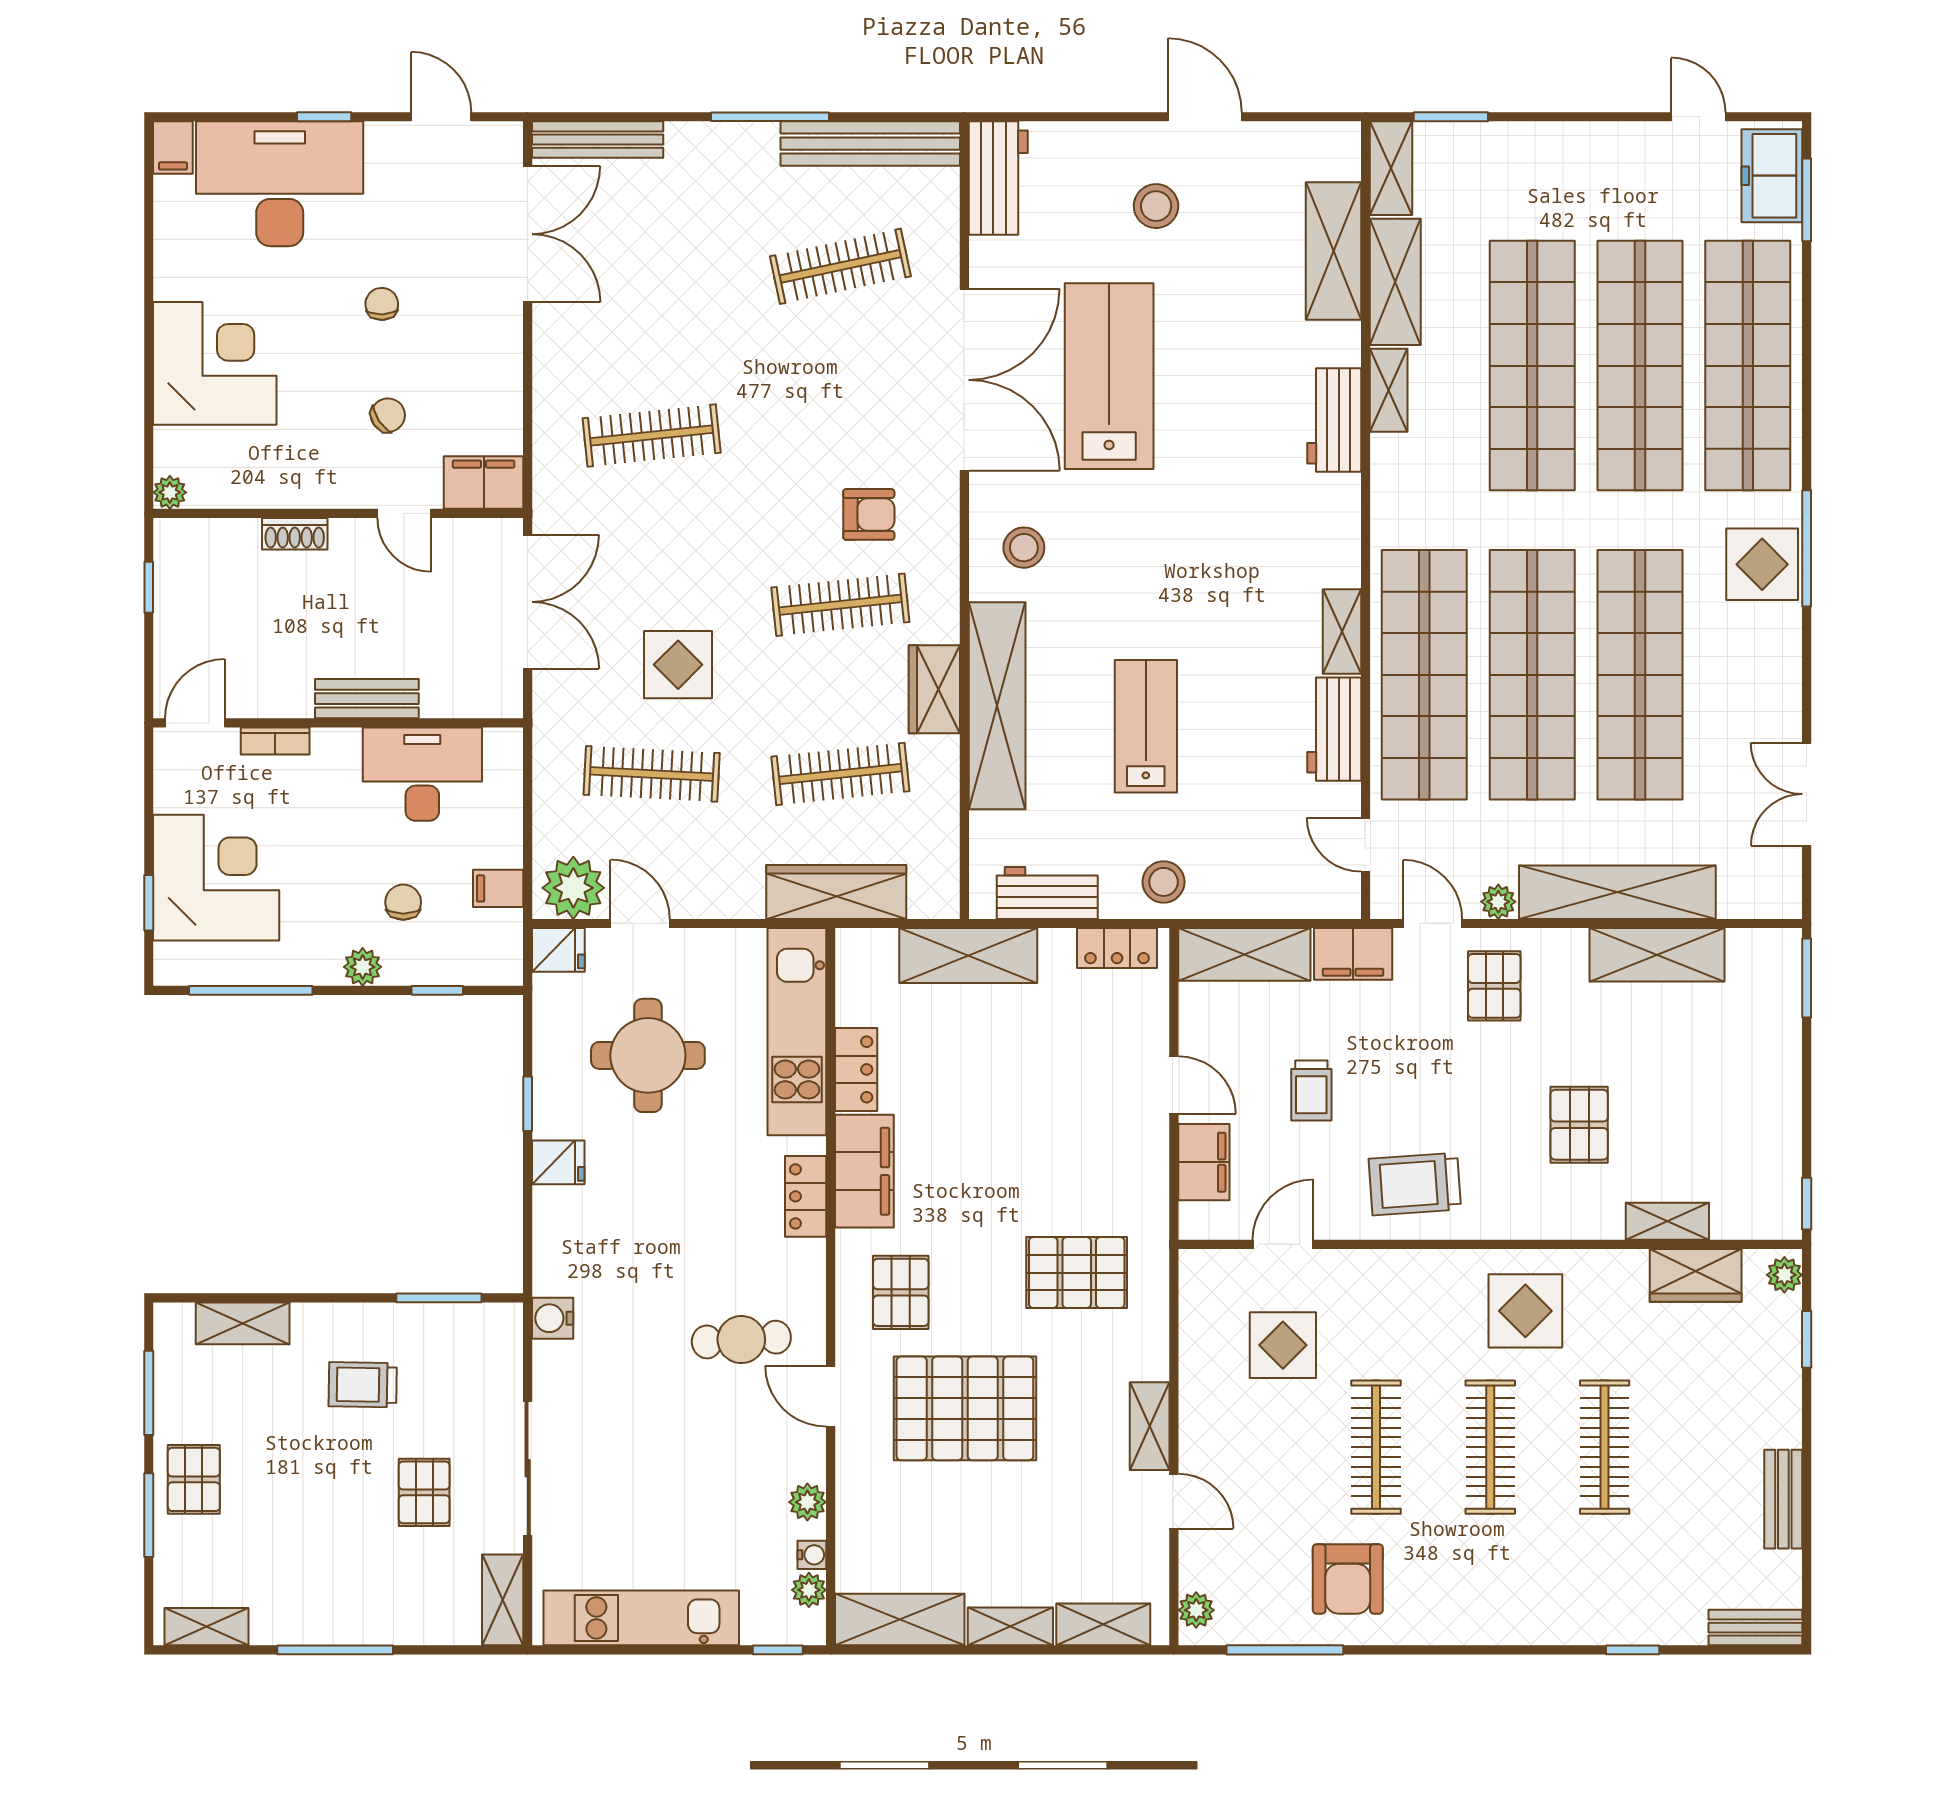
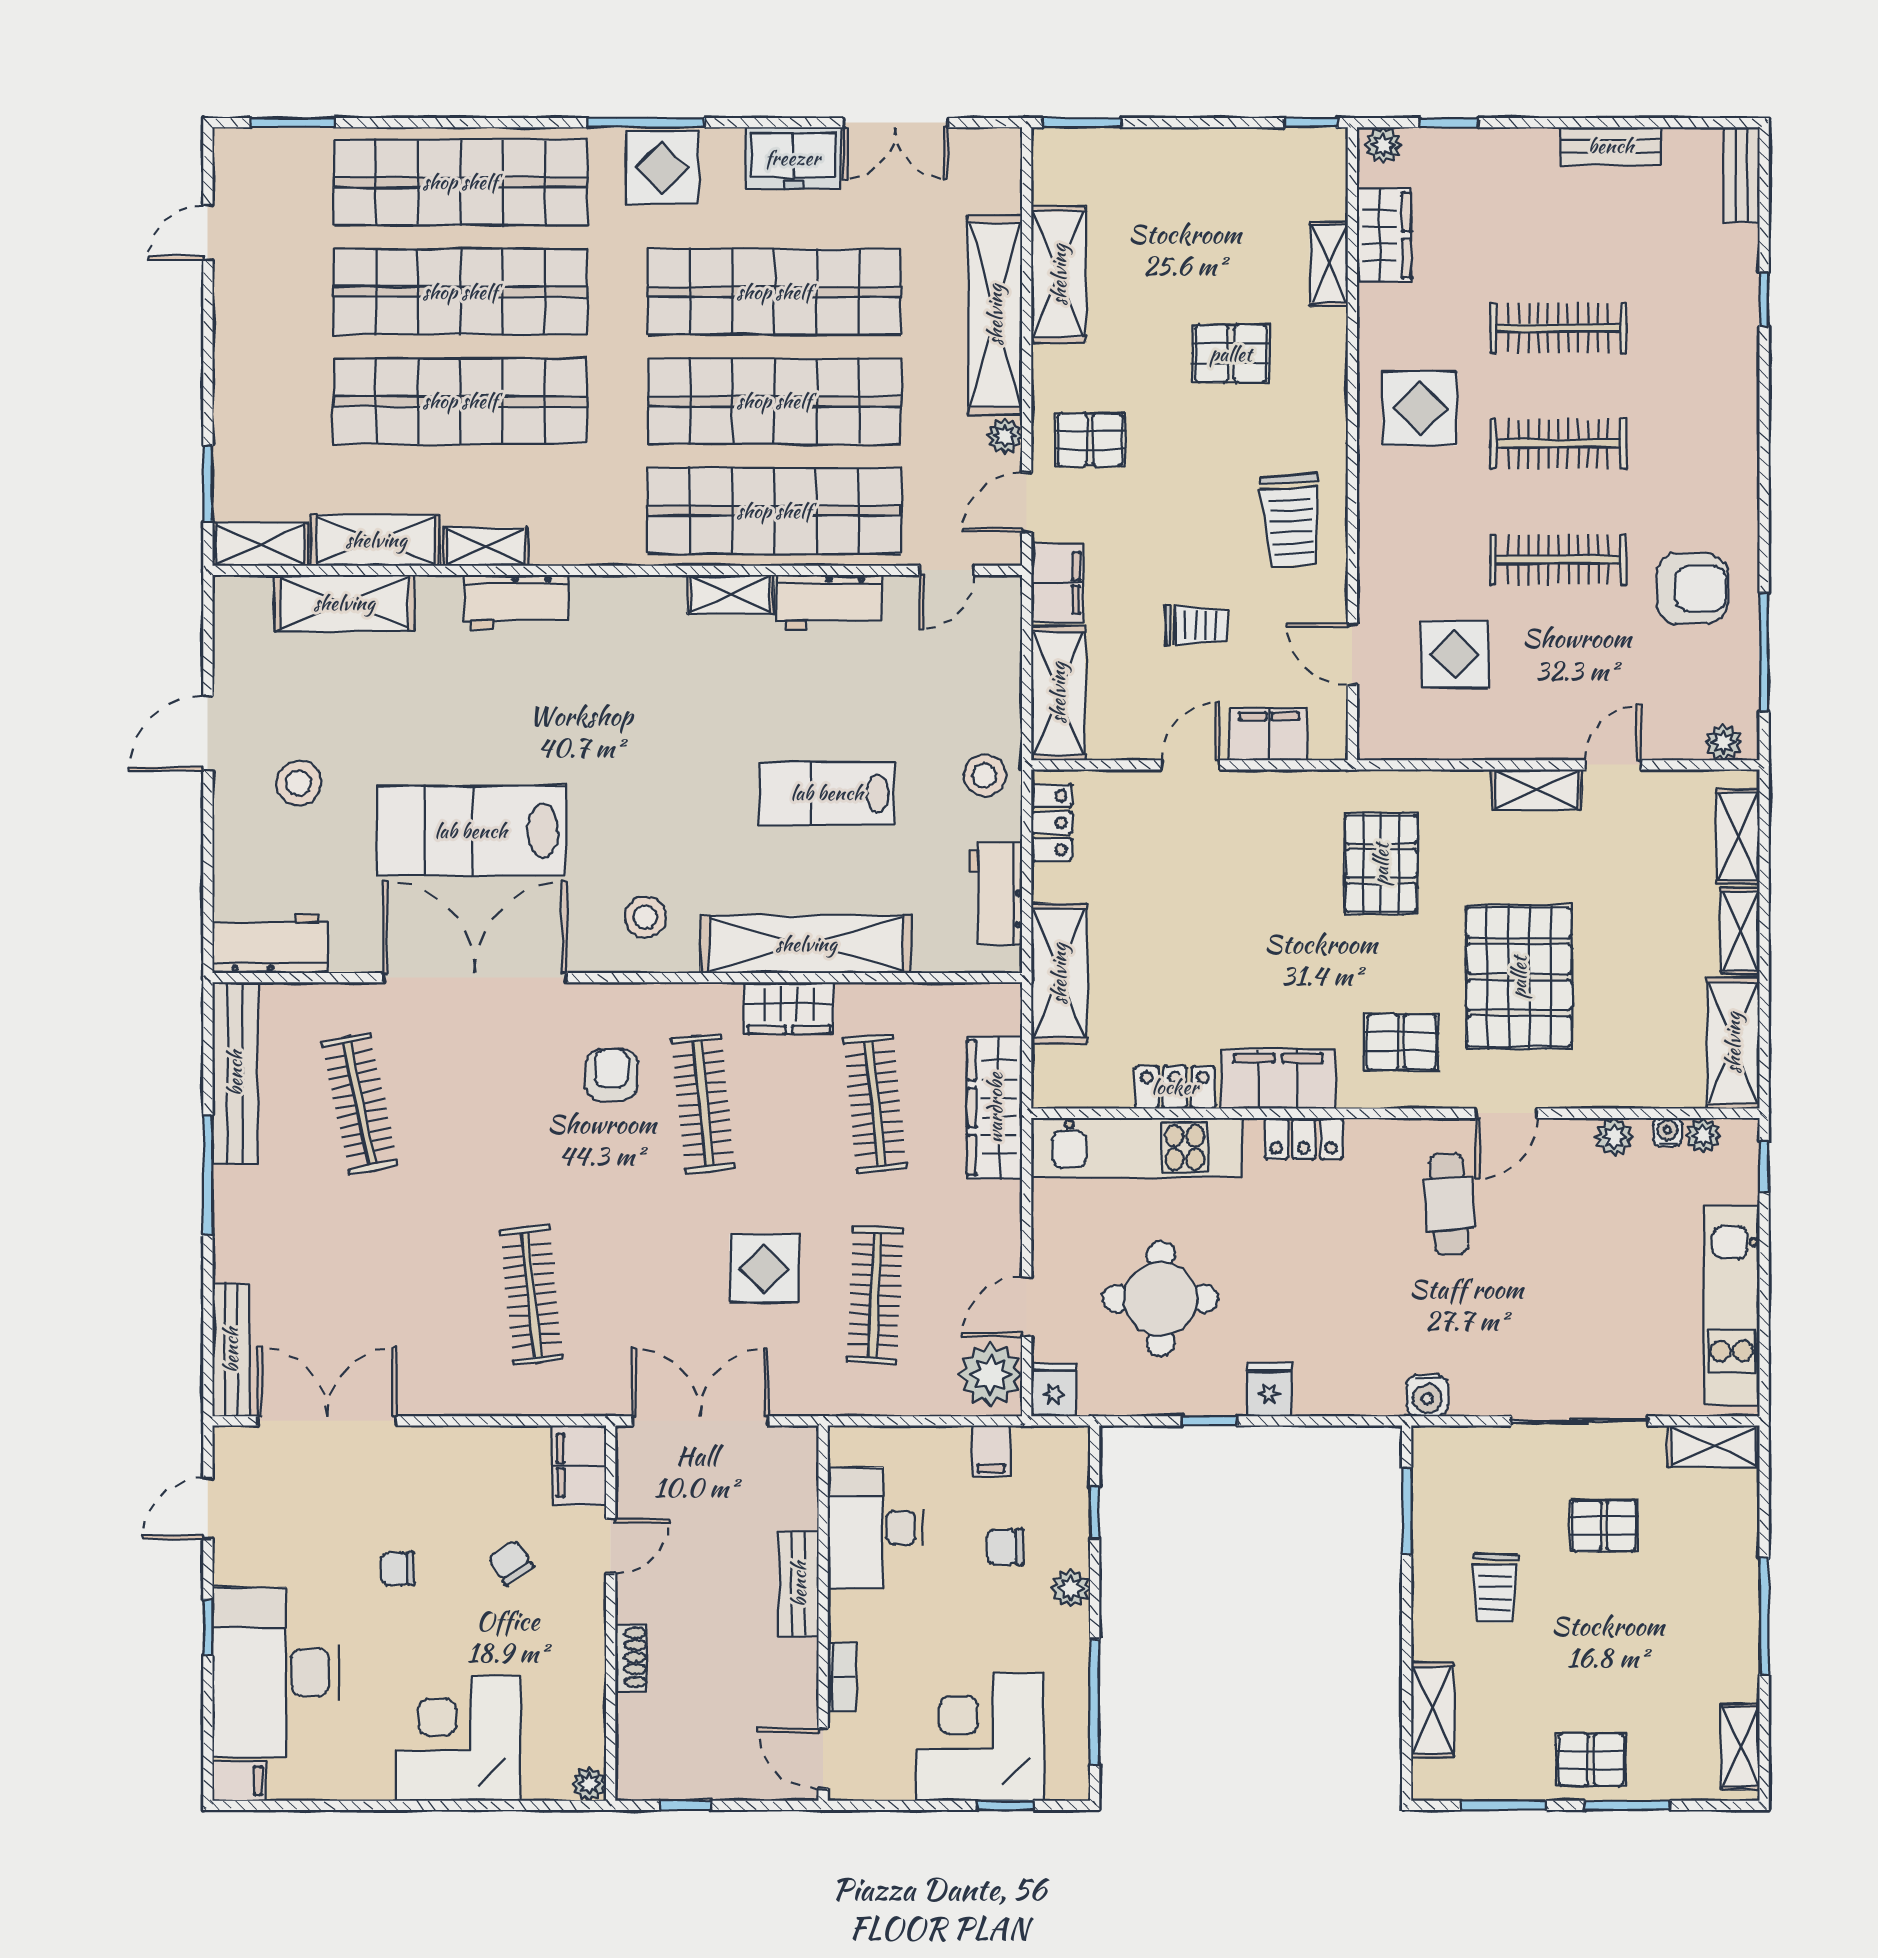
freezer: (1772, 176) -> (793, 158), moved

